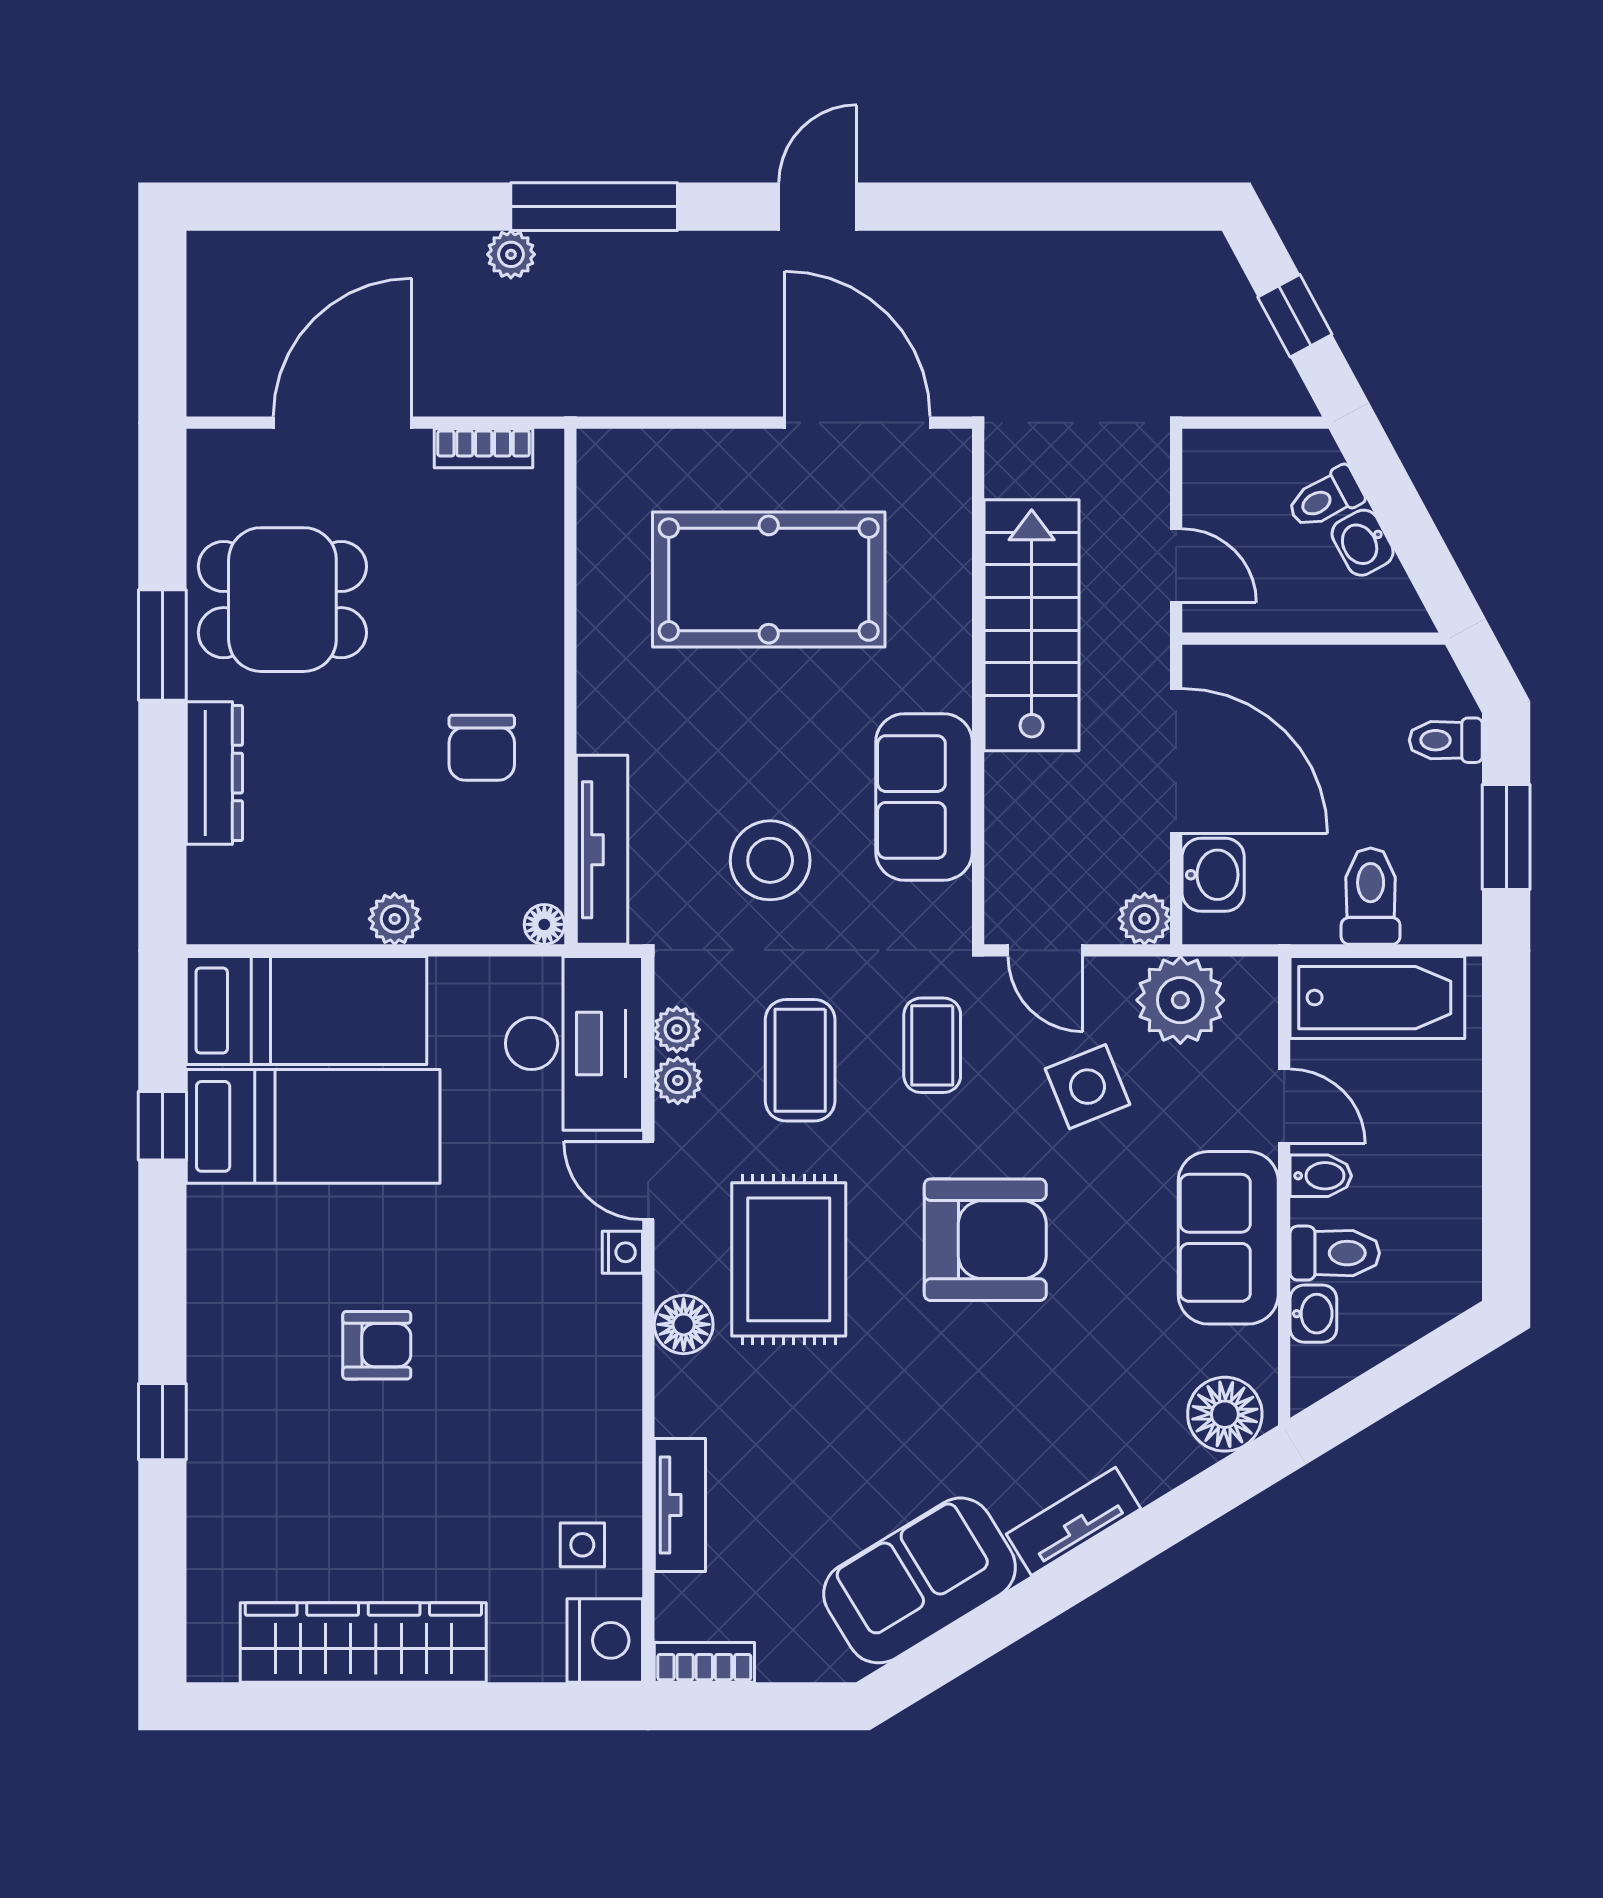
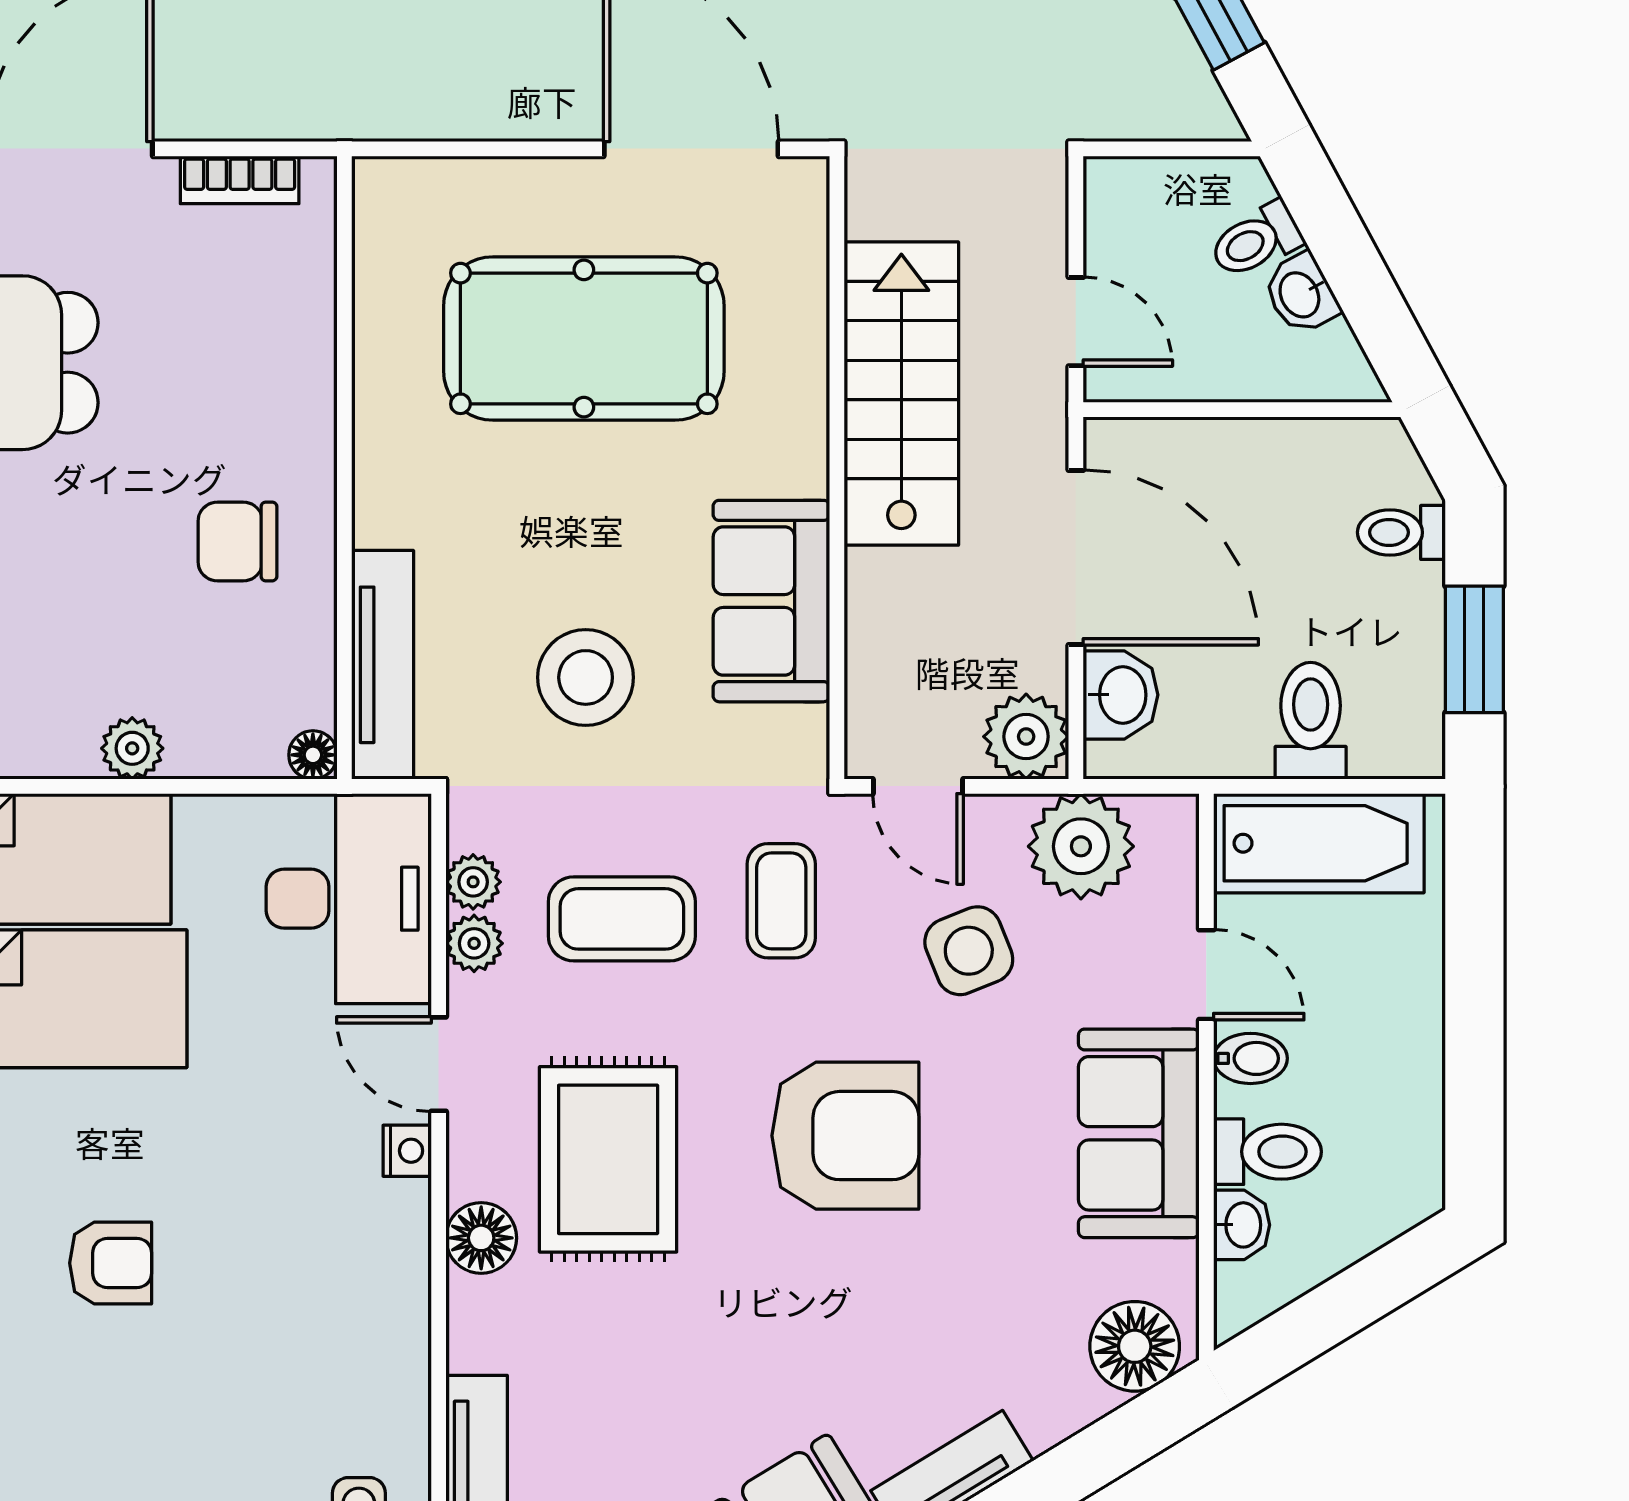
chair: (482, 748) -> (237, 541), turned 90
plant: (1145, 919) -> (1026, 737), width x1.38, depth x1.38
coffee table: (800, 1060) -> (622, 919), turned 90

